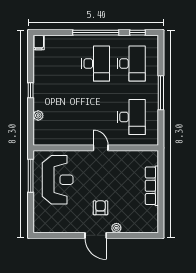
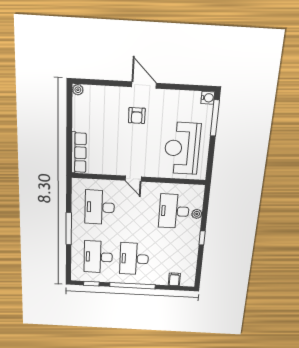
filing cabinet: (39, 43) -> (174, 279), moved
desk: (60, 117) -> (174, 211), added
window: (31, 176) -> (215, 118), moved
row of seats: (152, 186) -> (79, 153), moved
water cooler: (39, 227) -> (208, 98), added
plant: (116, 228) -> (78, 90), moved

